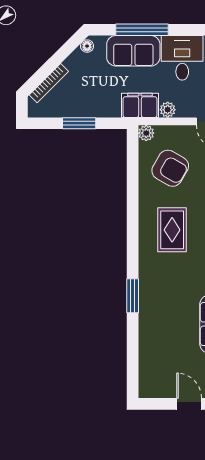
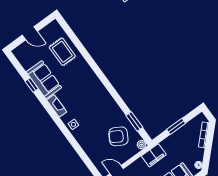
plant: (168, 110) -> (139, 163), removed
rug: (172, 230) -> (62, 52), moved
window: (133, 296) -> (134, 121), moved

